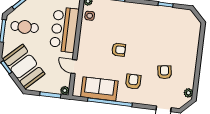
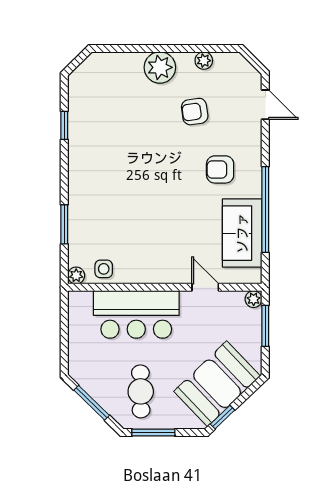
armchair: (119, 50) -> (162, 205), removed
plant: (189, 57) -> (160, 67), added
door: (74, 67) -> (205, 287), swing flipped
plant: (188, 93) -> (204, 61), moved

